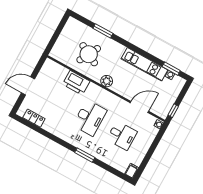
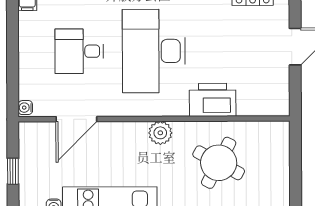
window: (173, 111) -> (13, 171), moved
desk: (90, 118) -> (154, 51), width x1.36, depth x1.30

